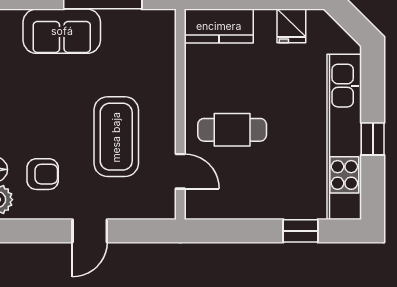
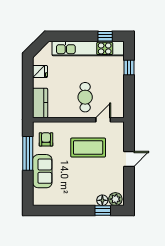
window: (373, 139) -> (105, 36), moved
armchair: (43, 174) -> (46, 139), moved
door: (90, 231) -> (129, 159), hinge flipped

